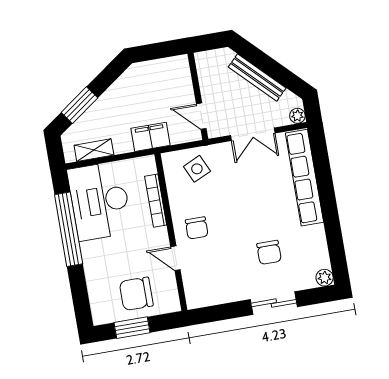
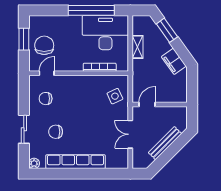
plant: (297, 116) -> (137, 164), removed
filing cabinet: (150, 137) -> (174, 61), moved, turned 144
shelving: (94, 150) -> (138, 47), moved
row of seats: (304, 178) -> (76, 162), moved
chair: (197, 228) -> (46, 99), moved
door: (175, 258) -> (47, 73), moved

